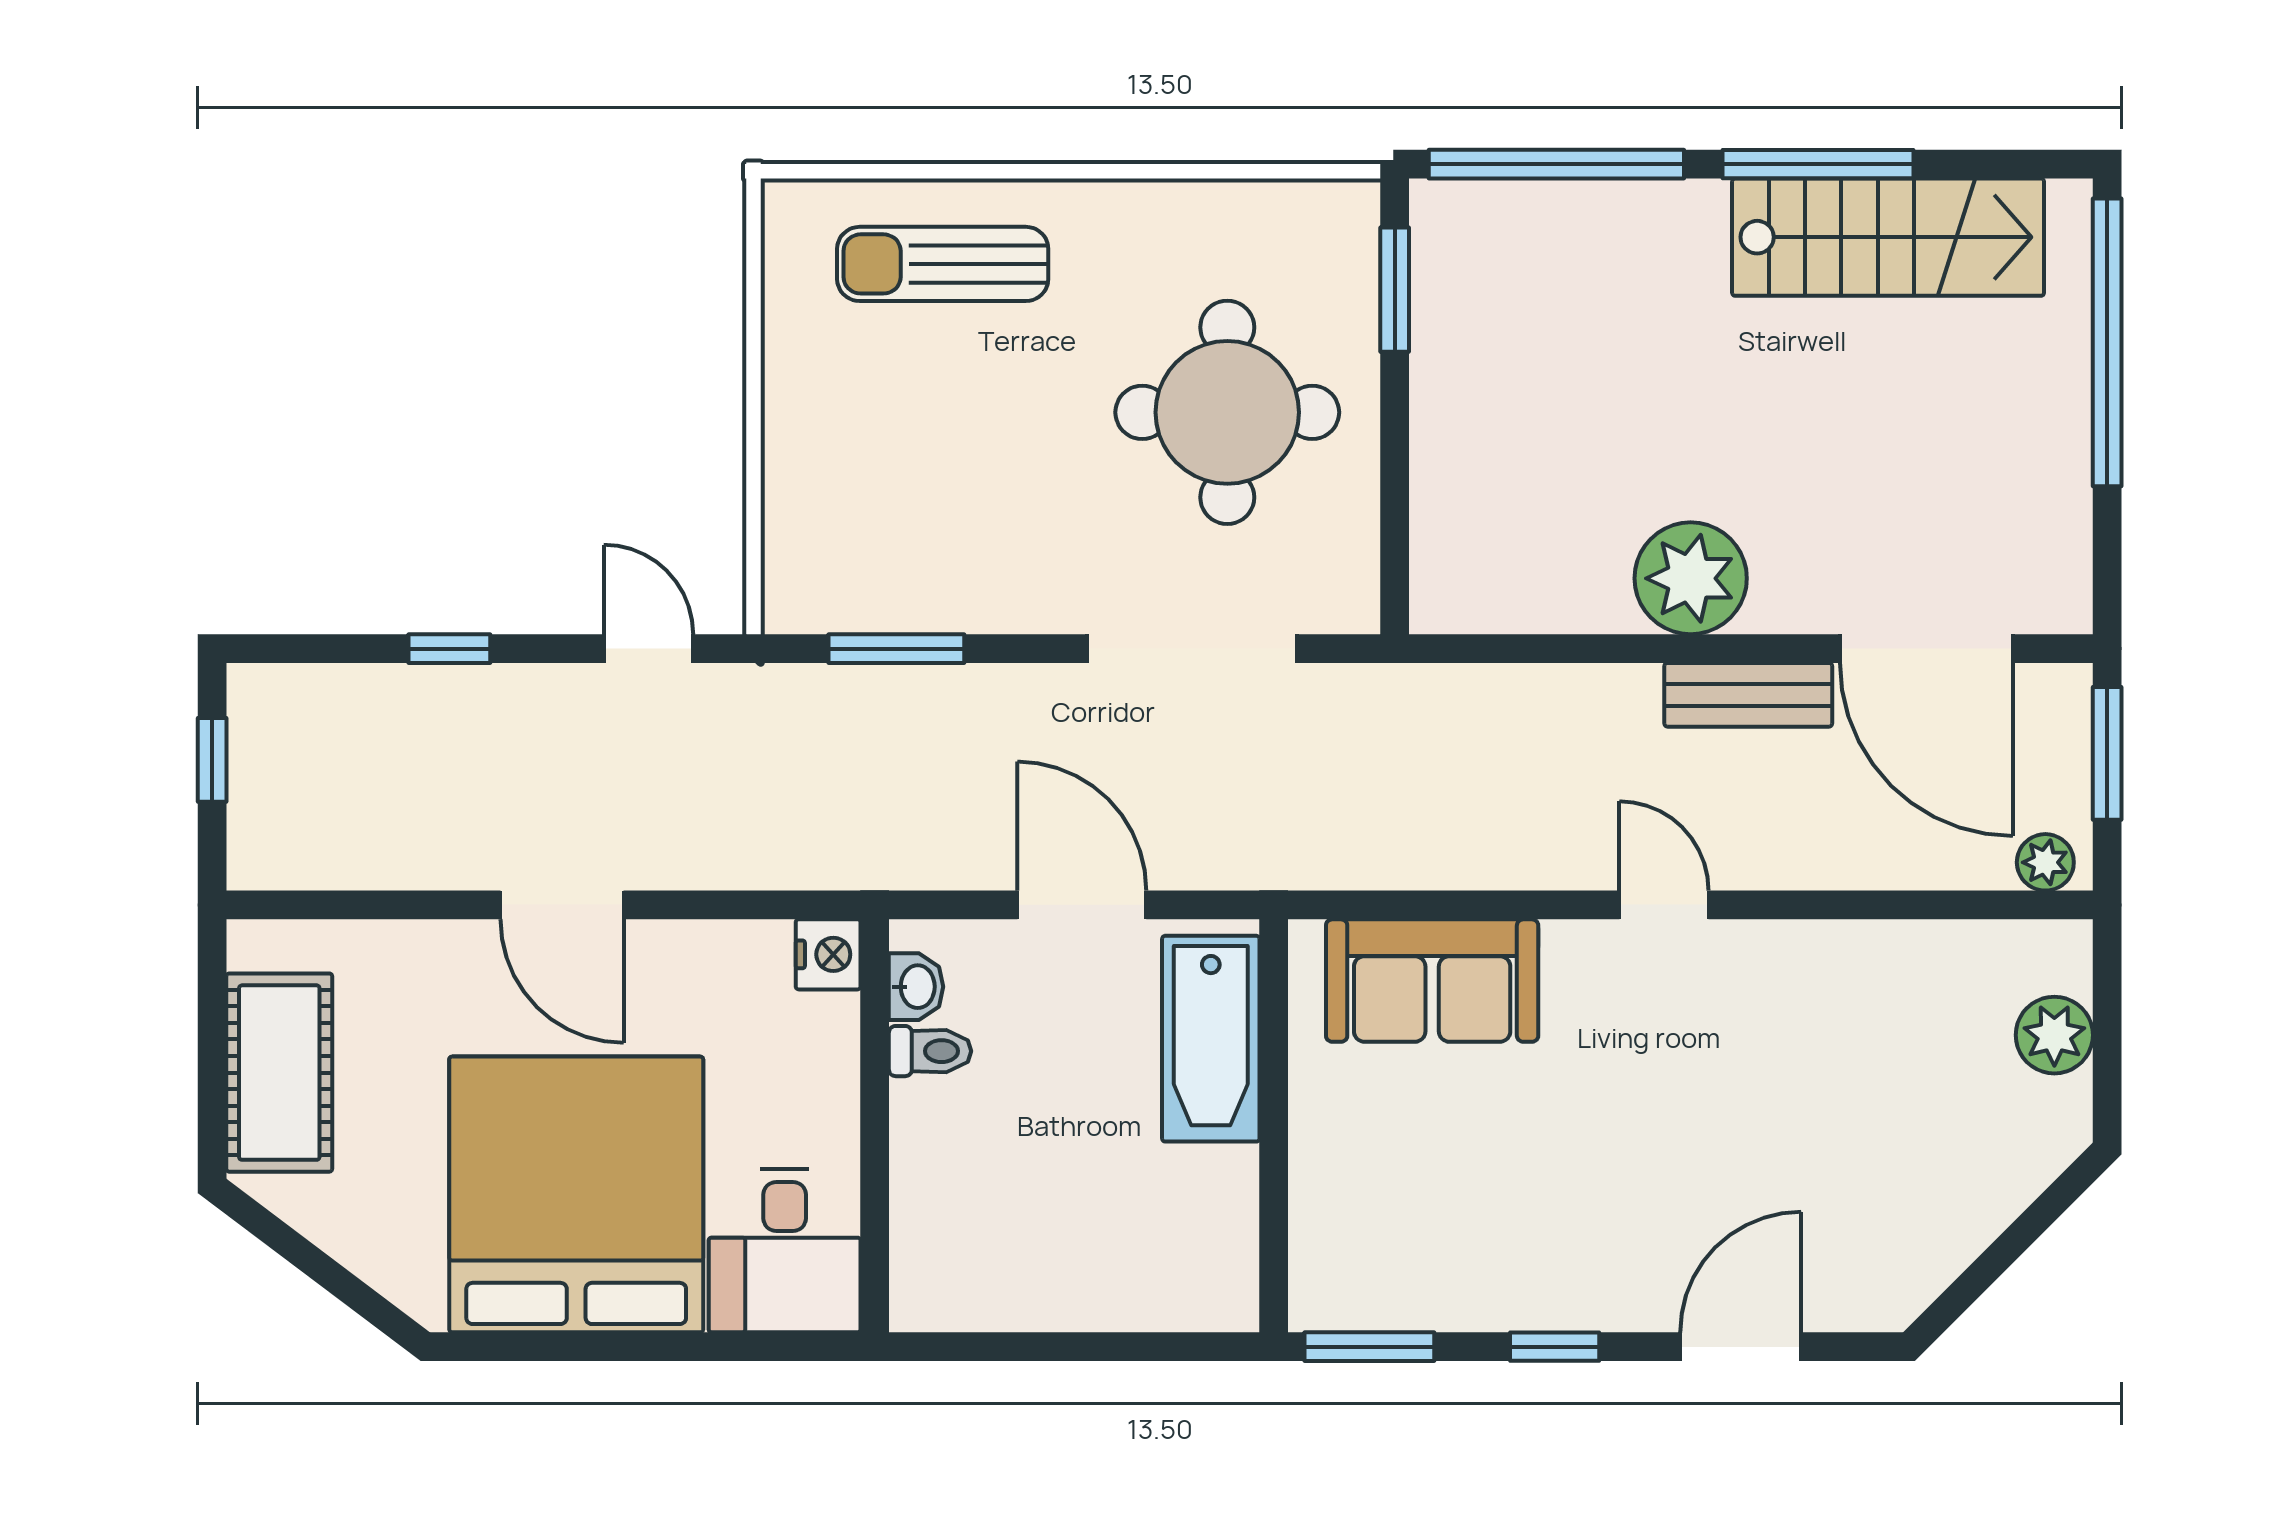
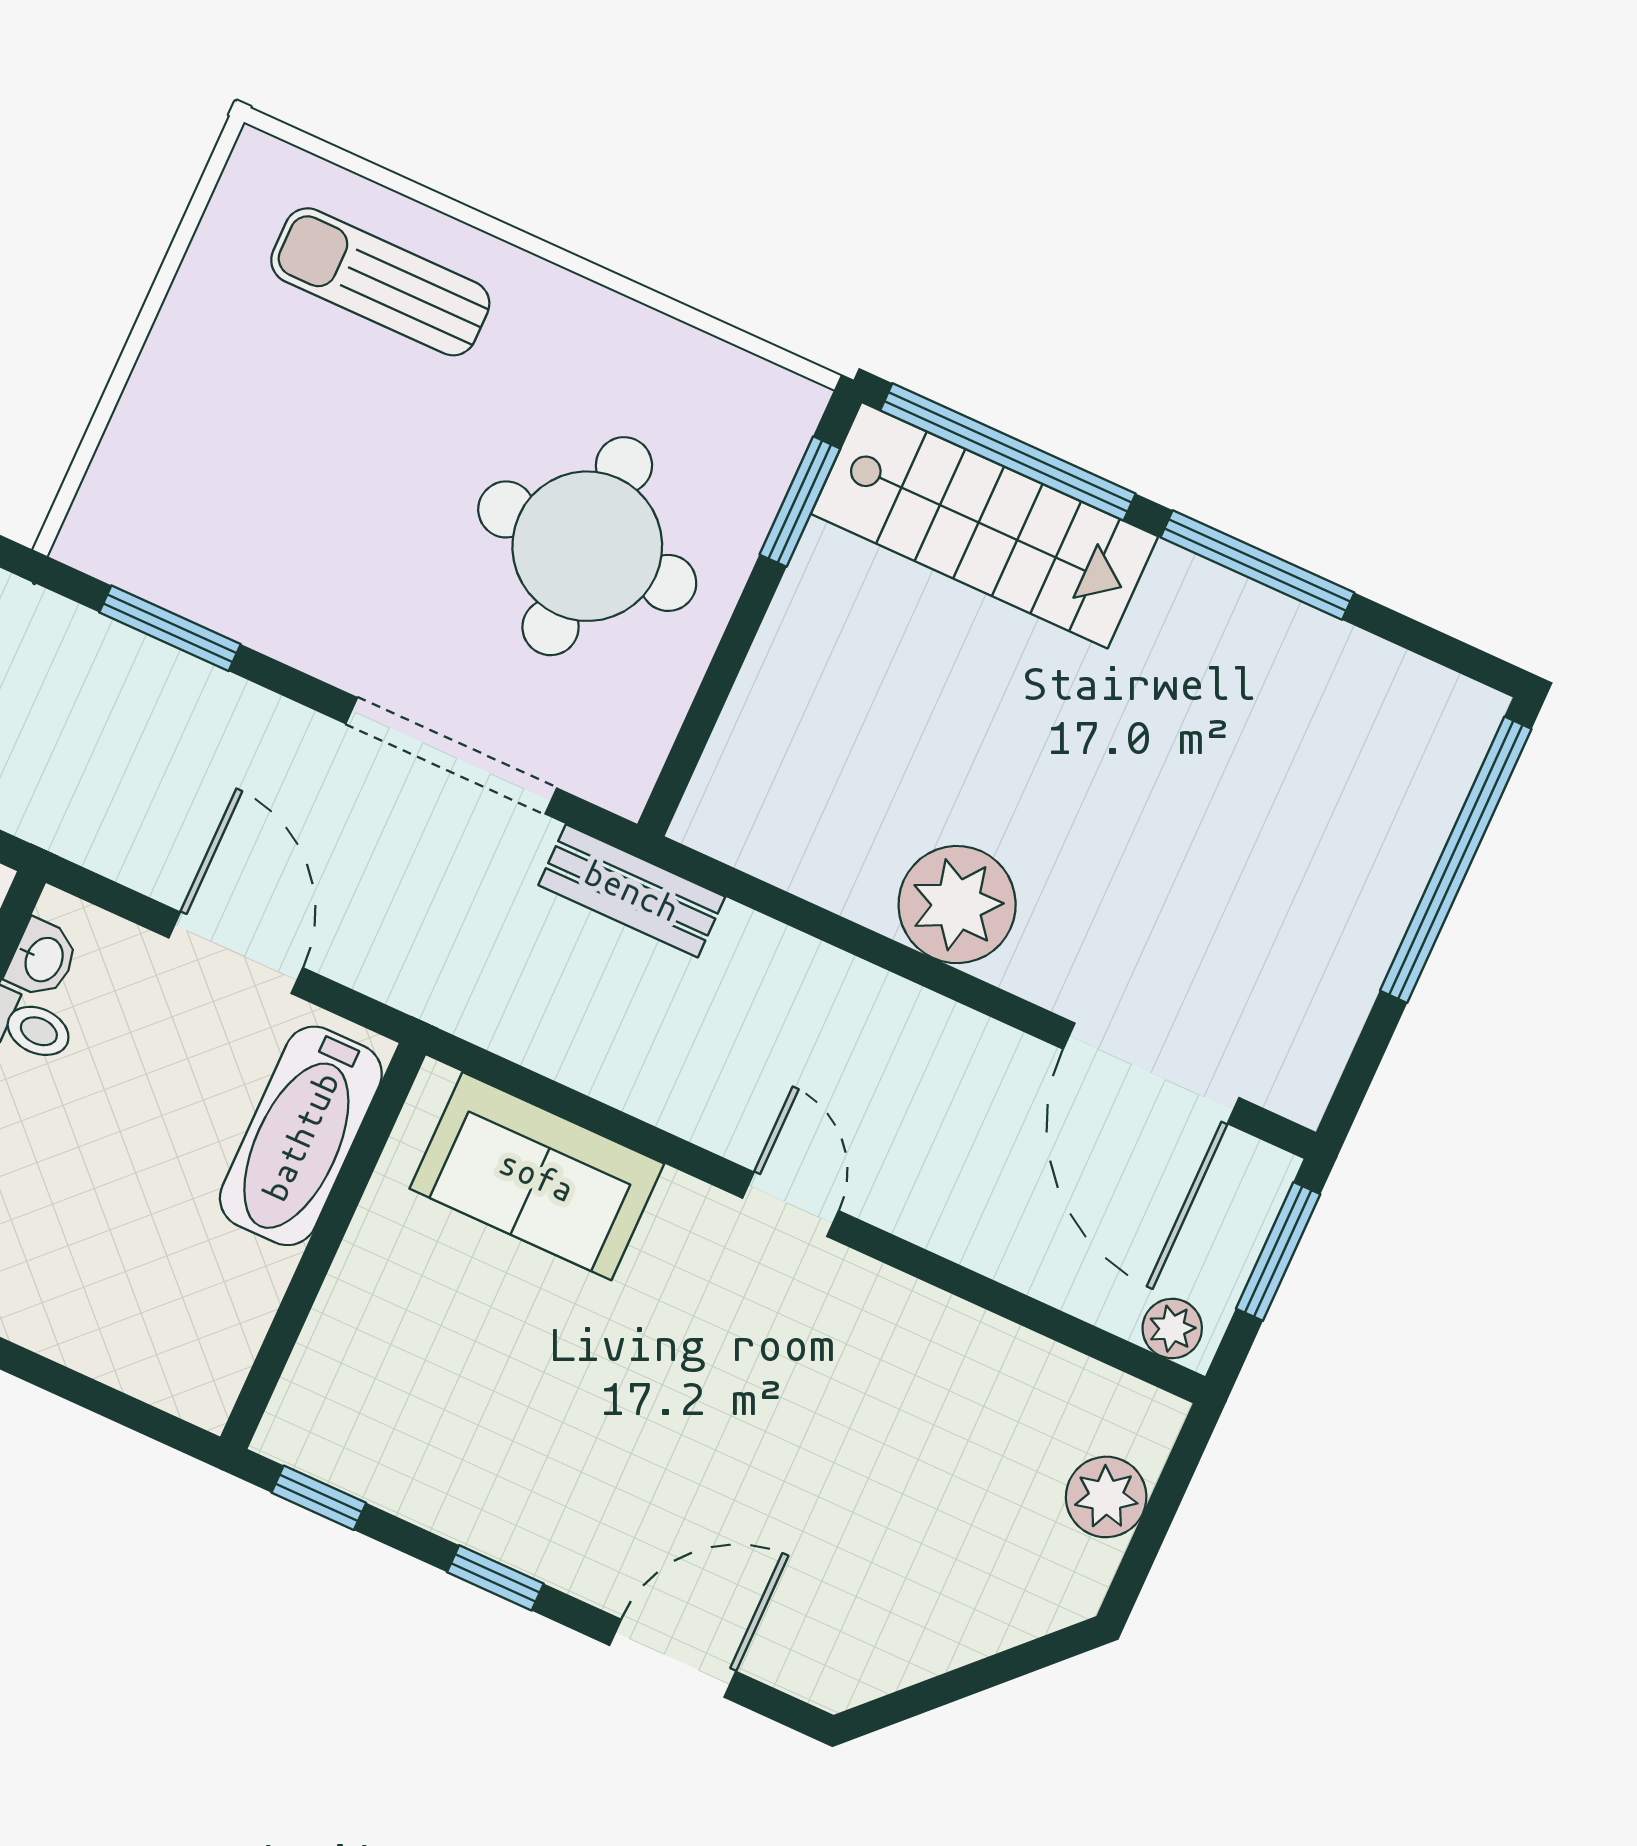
stairs: (1888, 237) -> (985, 525), moved
bench: (1748, 695) -> (632, 891), moved
window: (1369, 1347) -> (319, 1498), width x0.67

